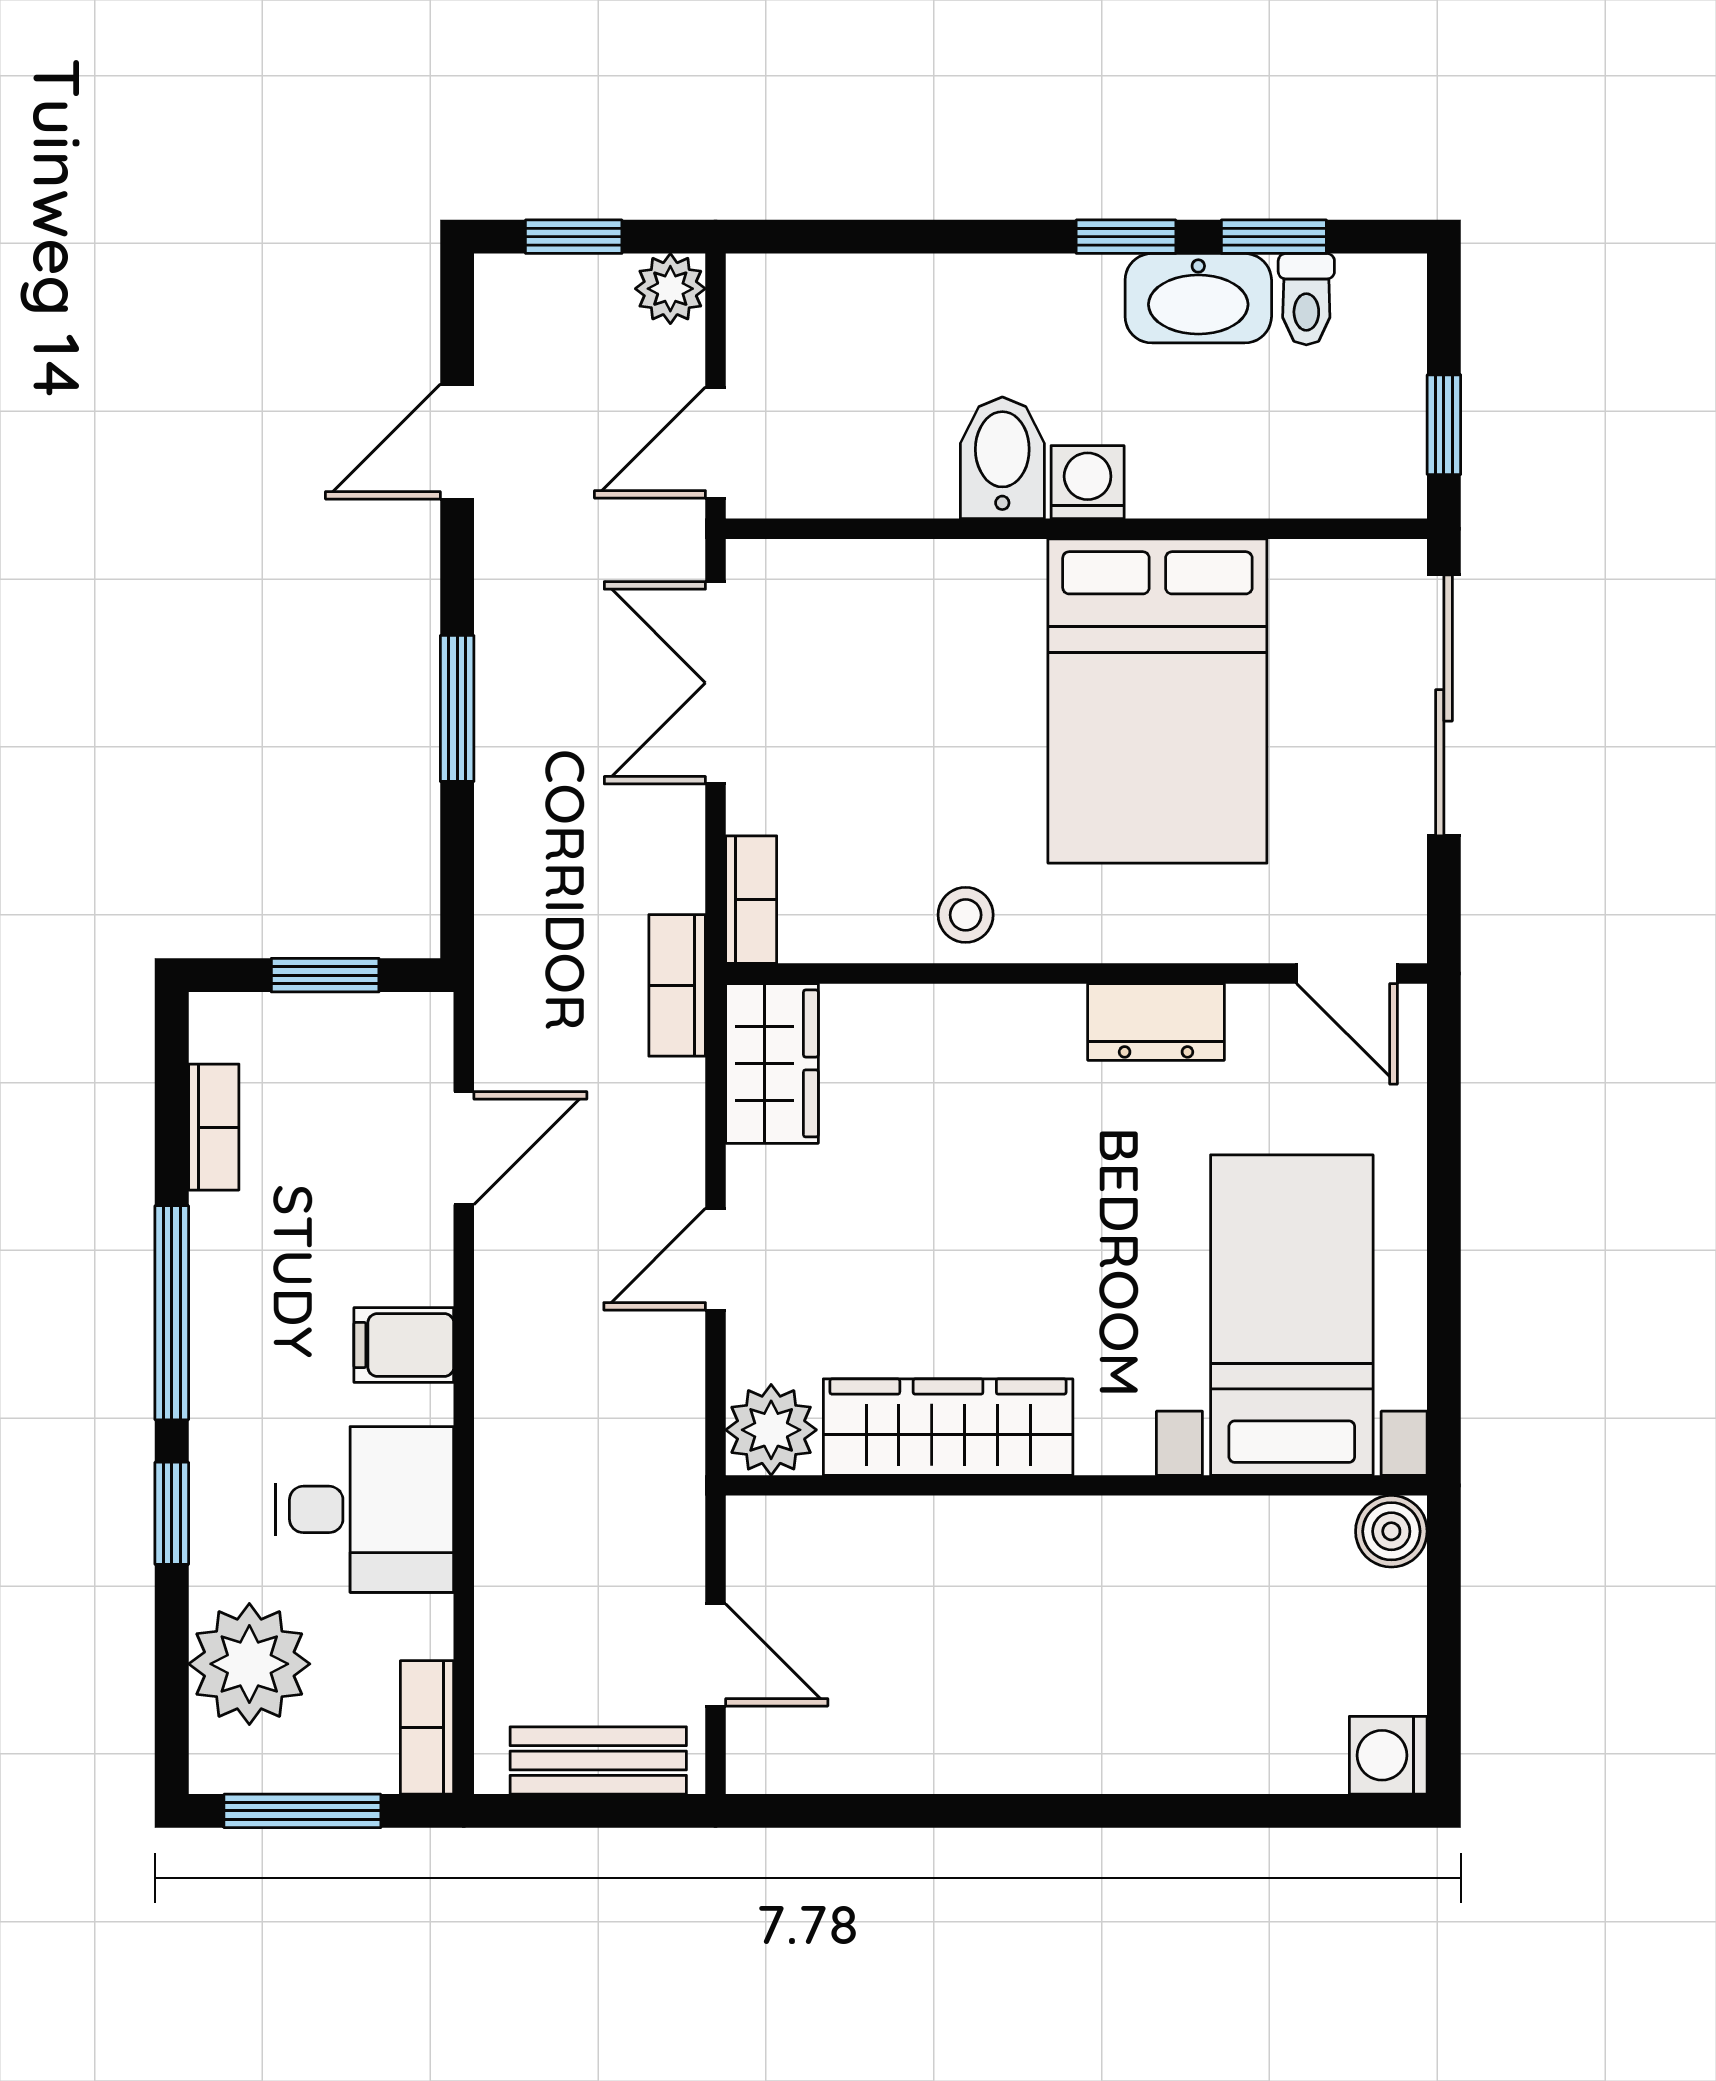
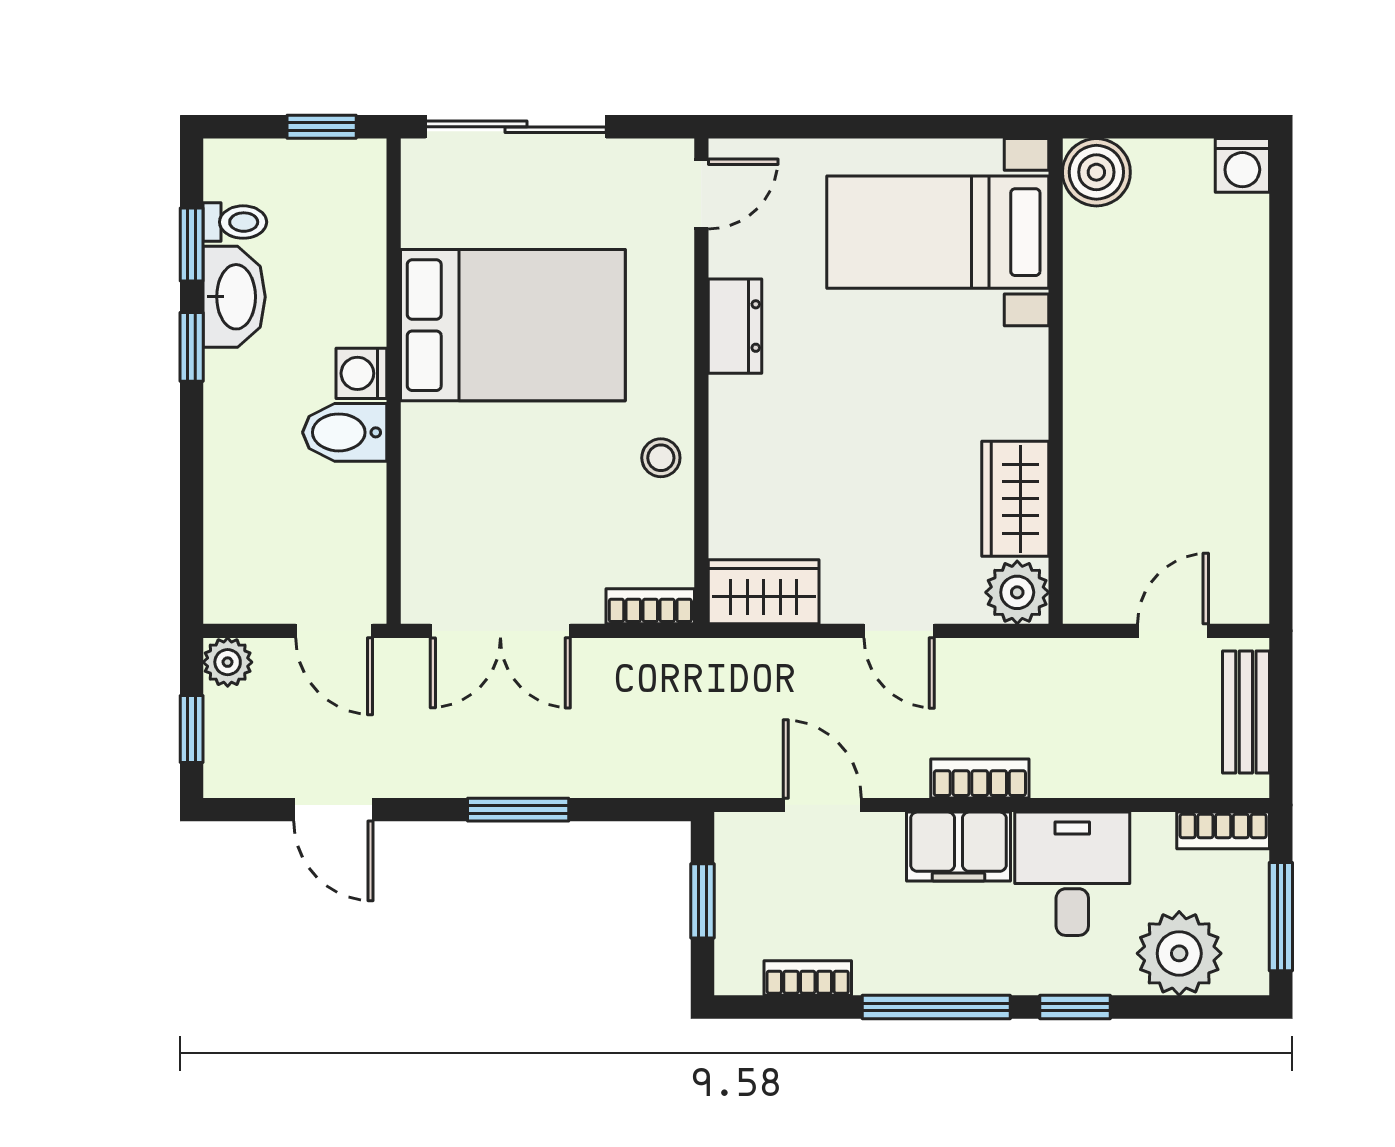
bookcase: (677, 985) -> (980, 778), moved, turned 180
filing cabinet: (404, 1345) -> (958, 846), width x2.00
wardrobe: (948, 1427) -> (1015, 499), width x0.67
boiler: (1391, 1531) -> (1096, 172), width x1.36, depth x1.36

